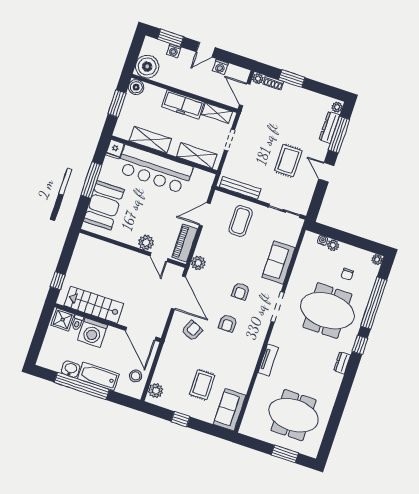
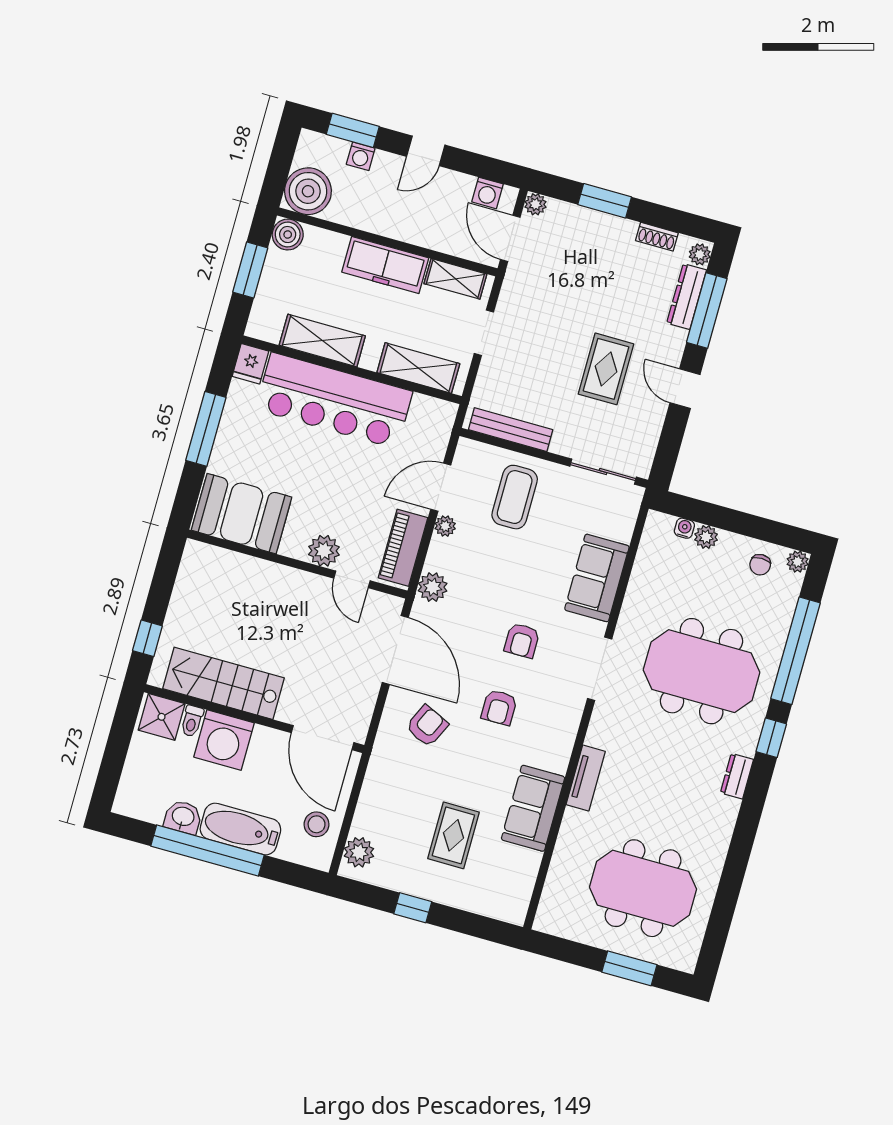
washing machine: (220, 67) -> (488, 193), moved
shoe rack: (273, 83) -> (657, 237), moved
booth: (104, 205) -> (242, 514), moved, turned 90
plant: (206, 233) -> (445, 526), added
chair: (347, 274) -> (760, 565), moved
sofa: (230, 410) -> (533, 808), moved

